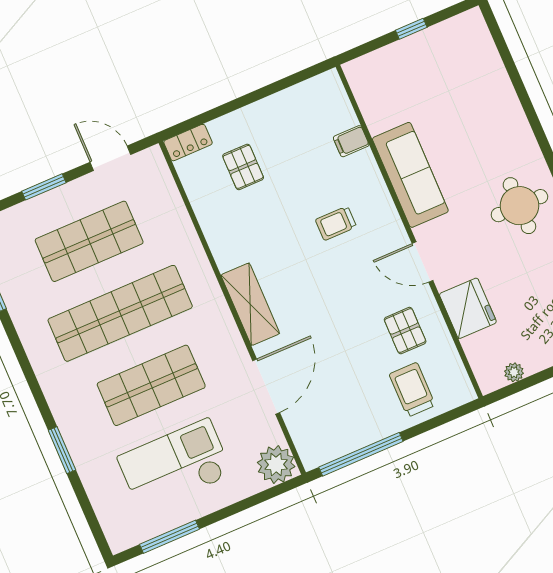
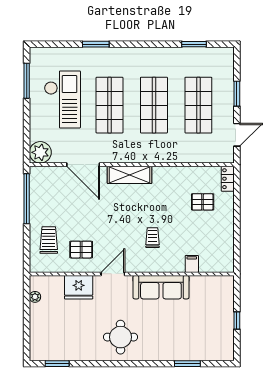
window: (516, 79) -> (187, 364), added
shop shelf: (120, 313) -> (154, 105), width x0.71
trolley: (412, 390) -> (49, 240), turned -90

